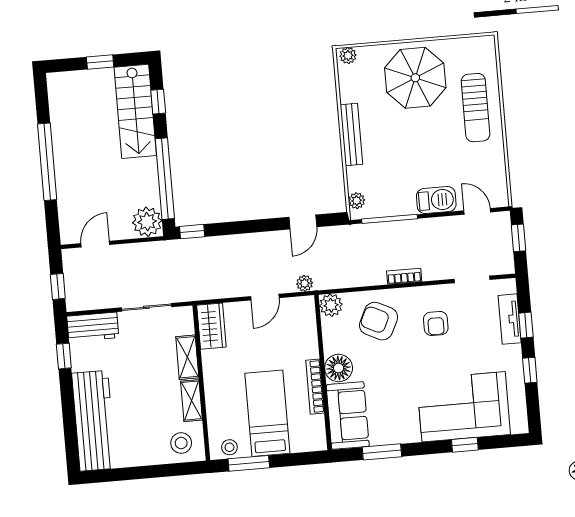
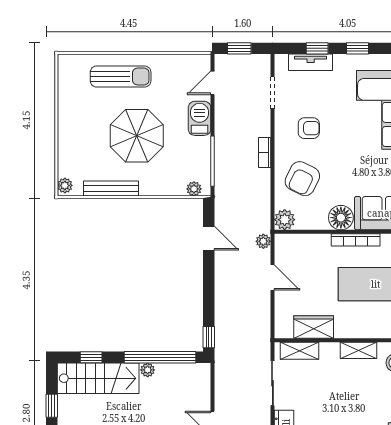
parasol: (415, 78) -> (137, 136), moved
bench: (351, 135) -> (111, 189), moved
plant: (147, 222) -> (148, 370), moved, width x0.53, depth x0.53
wardrobe: (211, 326) -> (314, 327), moved
shelving: (187, 357) -> (299, 351), moved

